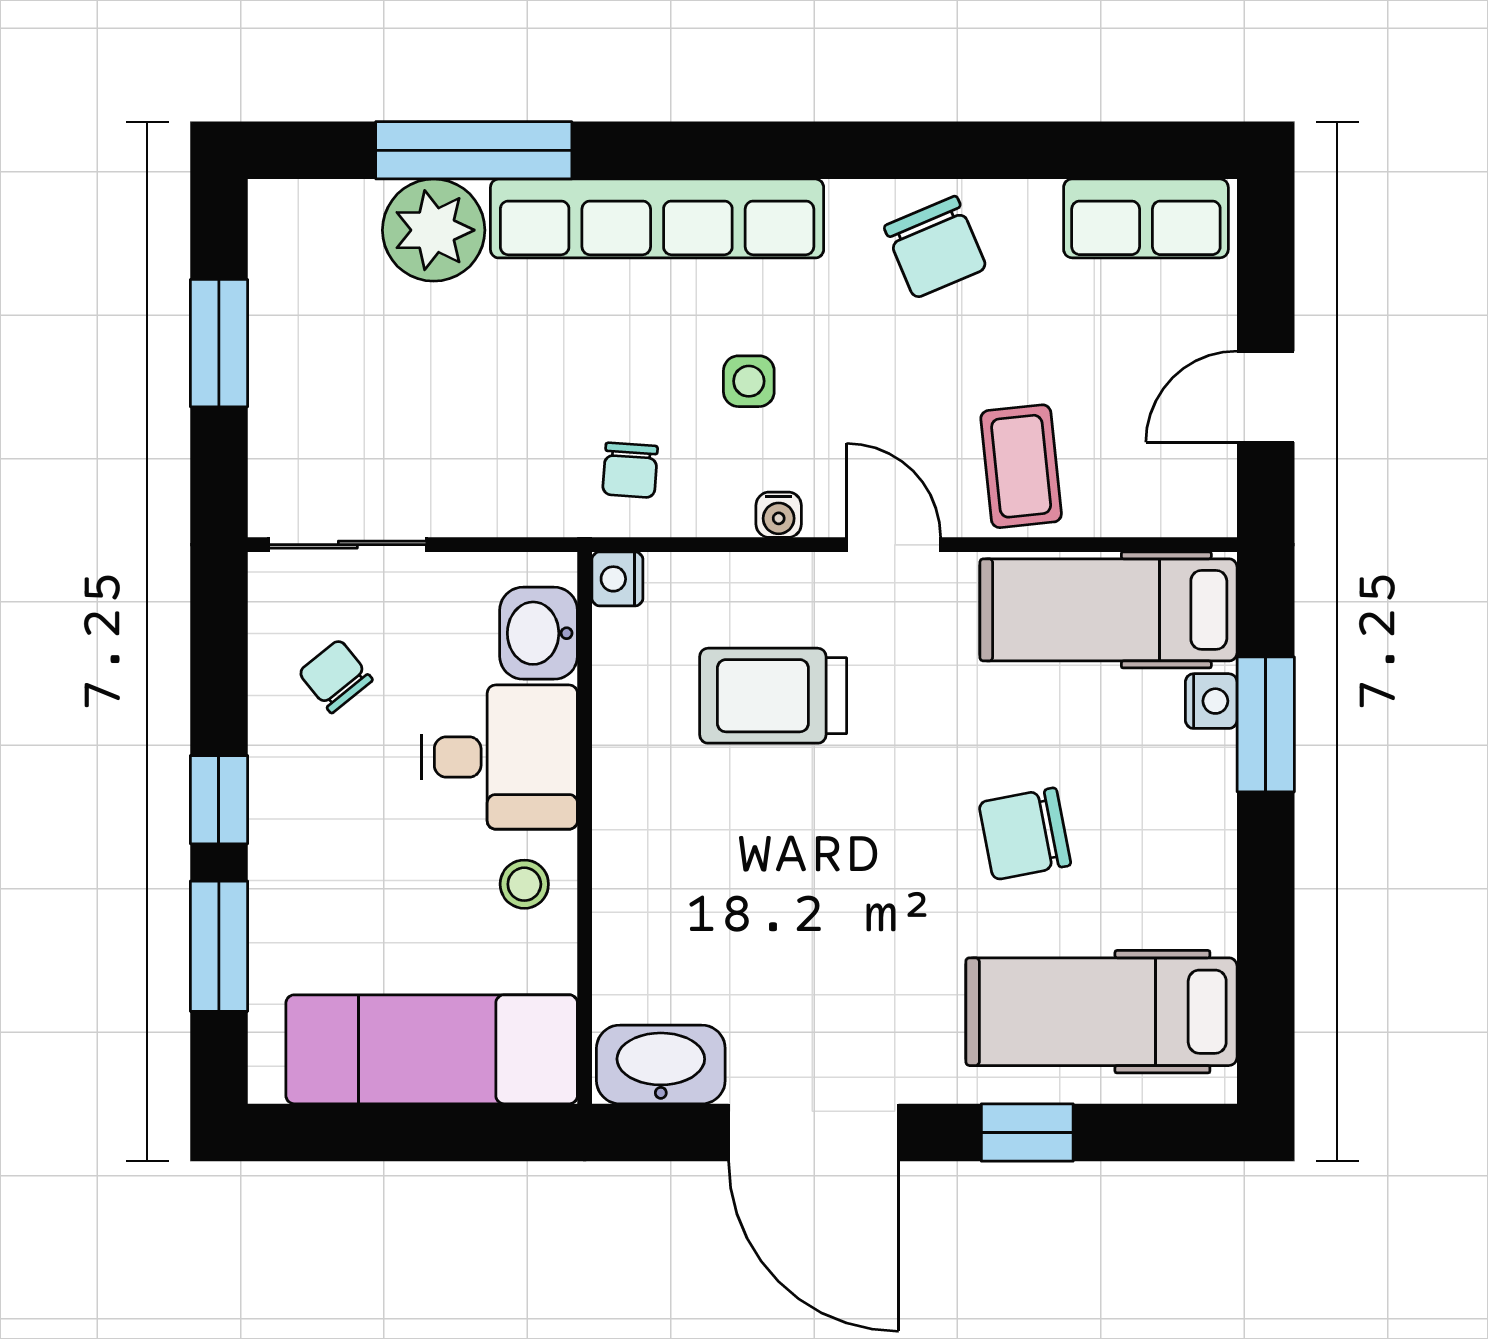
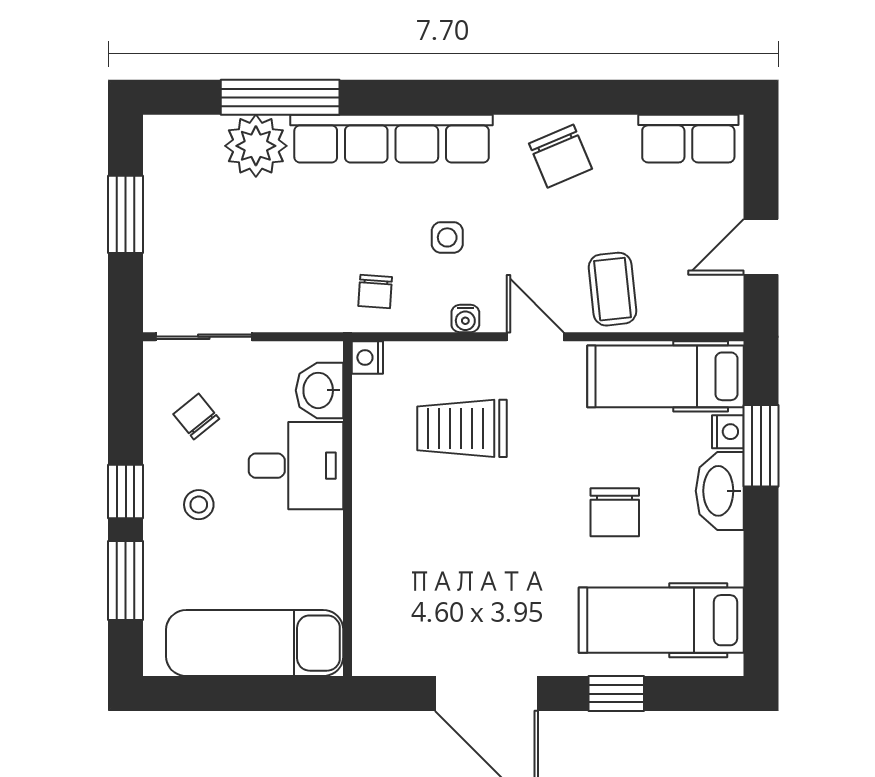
chair: (1025, 834) -> (615, 512), turned -79
stool: (524, 884) -> (199, 505), moved
washbasin: (661, 1064) -> (720, 491), moved, turned -90

